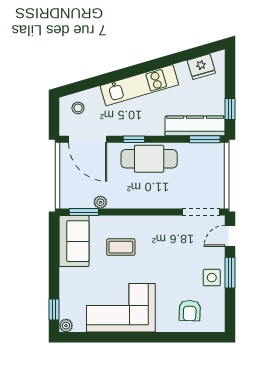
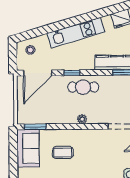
door: (88, 139) -> (38, 73), hinge flipped
cafe table: (149, 159) -> (83, 87), width x0.73, depth x0.74
plant: (100, 202) -> (82, 119), moved

